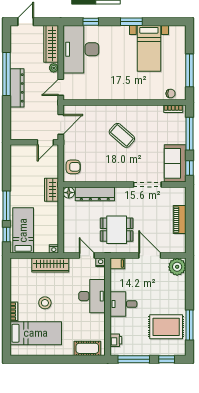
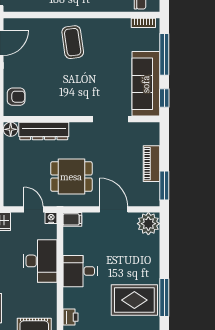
coffee table: (122, 135) -> (73, 42), moved, turned 41
sofa: (175, 163) -> (146, 84), width x1.36
window: (190, 237) -> (164, 185), added

